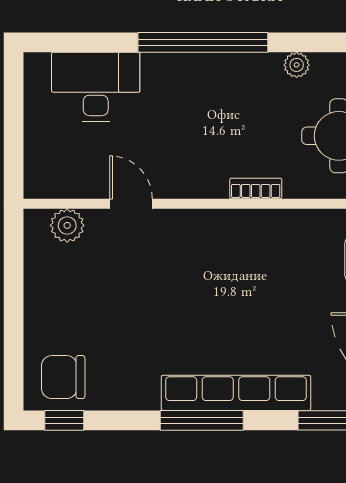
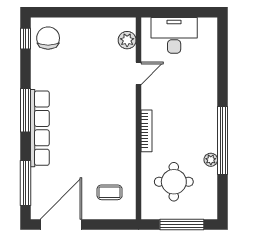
window: (203, 42) -> (223, 141), moved
desk: (96, 87) -> (174, 35), moved, turned -90
bookcase: (256, 188) -> (146, 131), width x1.56

